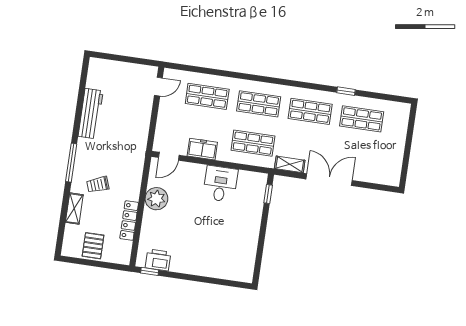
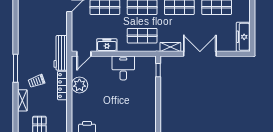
workbench: (91, 114) -> (61, 53), moved, turned 180
freezer: (392, 165) -> (243, 37), added
locker: (129, 221) -> (62, 86), moved

